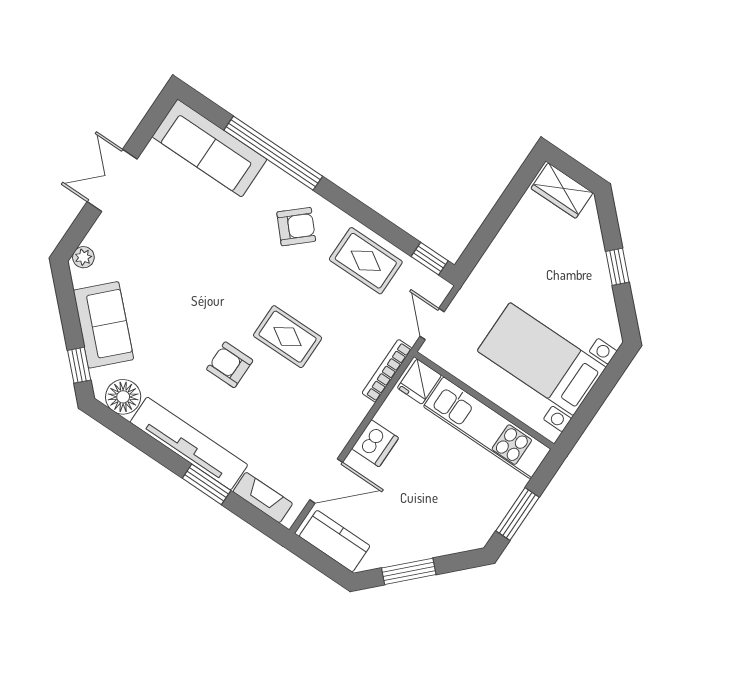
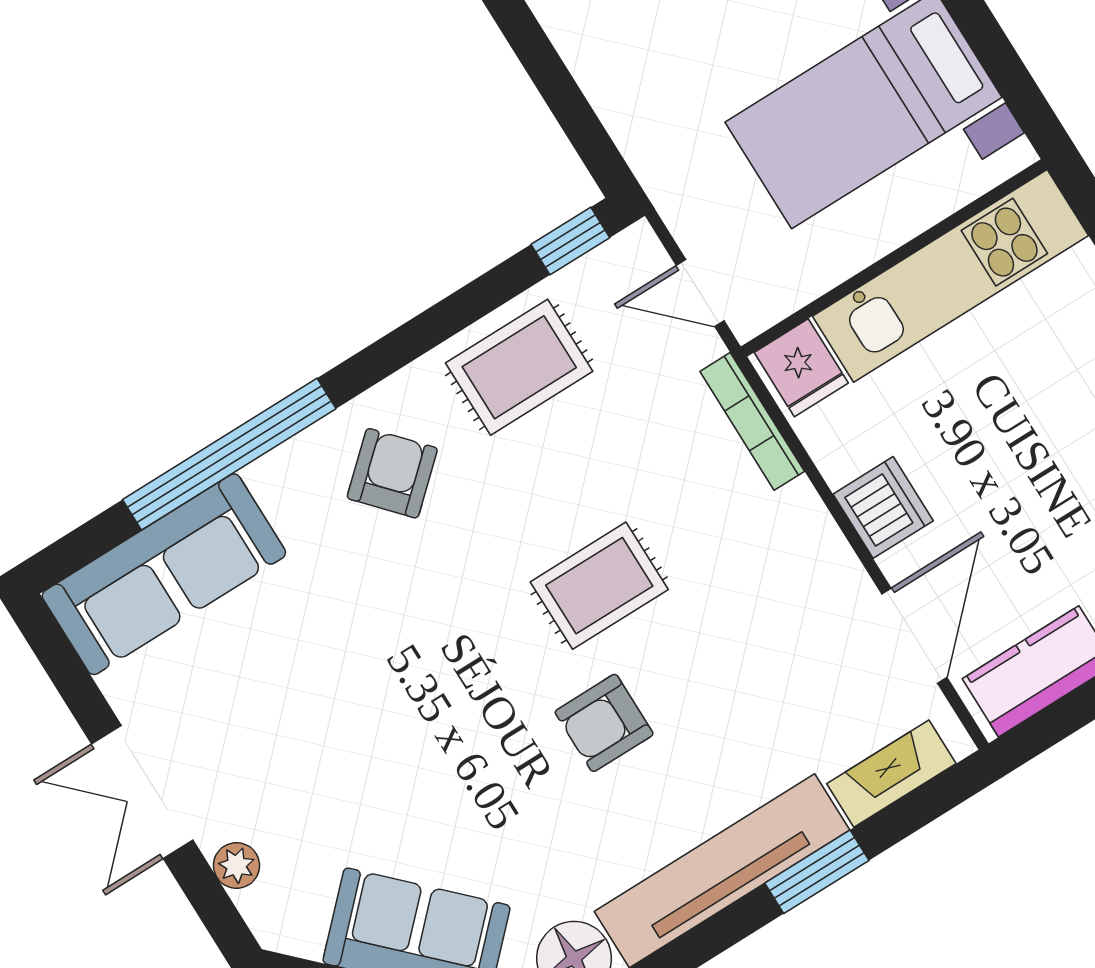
plant: (83, 257) -> (236, 865), moved

